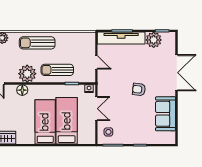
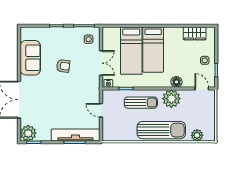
plant: (154, 40) -> (28, 133), moved
sun lounger: (37, 43) -> (161, 130), width x1.36, depth x1.34
armchair: (139, 89) -> (63, 66), moved
double door: (96, 109) -> (101, 63), swing flipped

